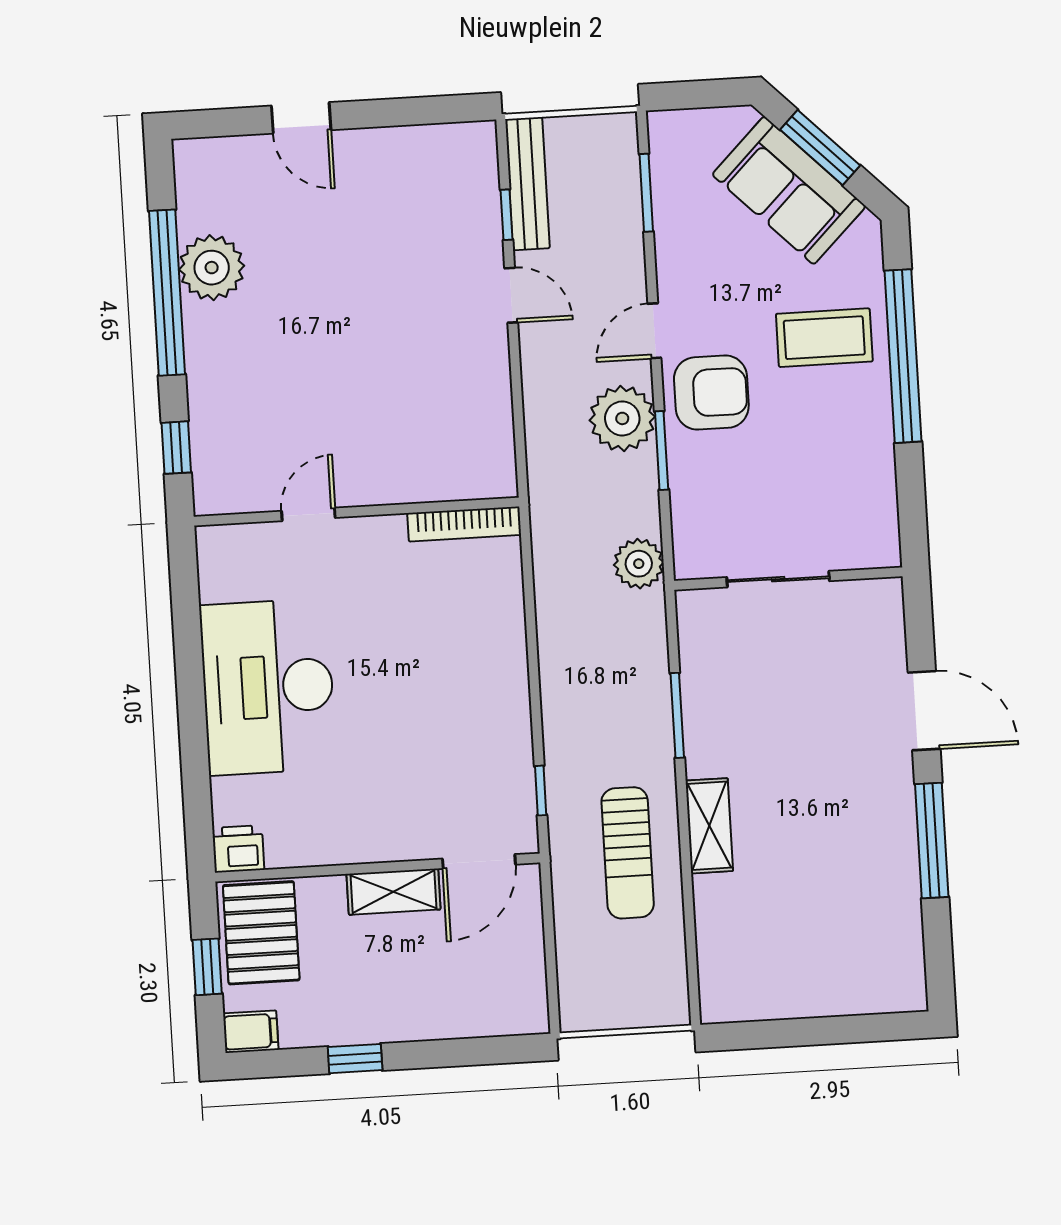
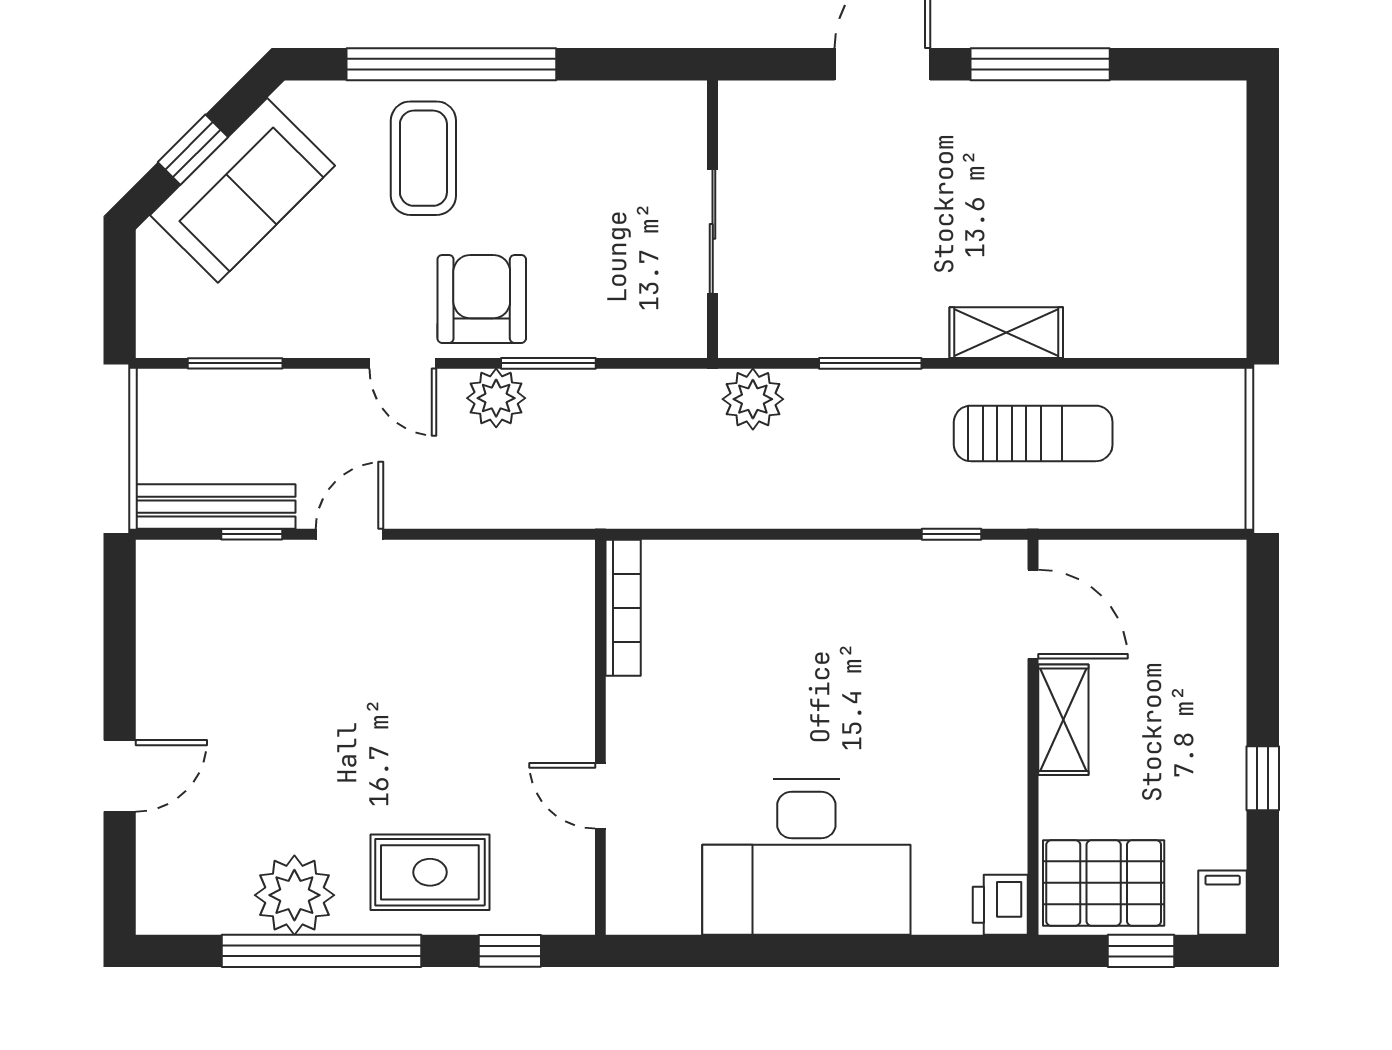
window: (820, 148) -> (193, 150), width x0.67
rug: (237, 378) -> (430, 872), added
plant: (622, 418) -> (496, 398), width x0.73, depth x0.73
plant: (639, 564) -> (753, 399), moved

